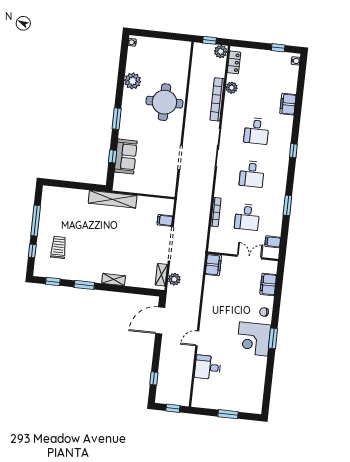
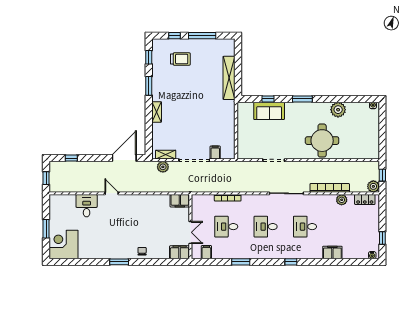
shelving: (113, 199) -> (229, 78), moved
filing cabinet: (268, 284) -> (180, 252), moved
door: (160, 320) -> (124, 158), hinge flipped
corner desk: (254, 339) -> (64, 244), moved

